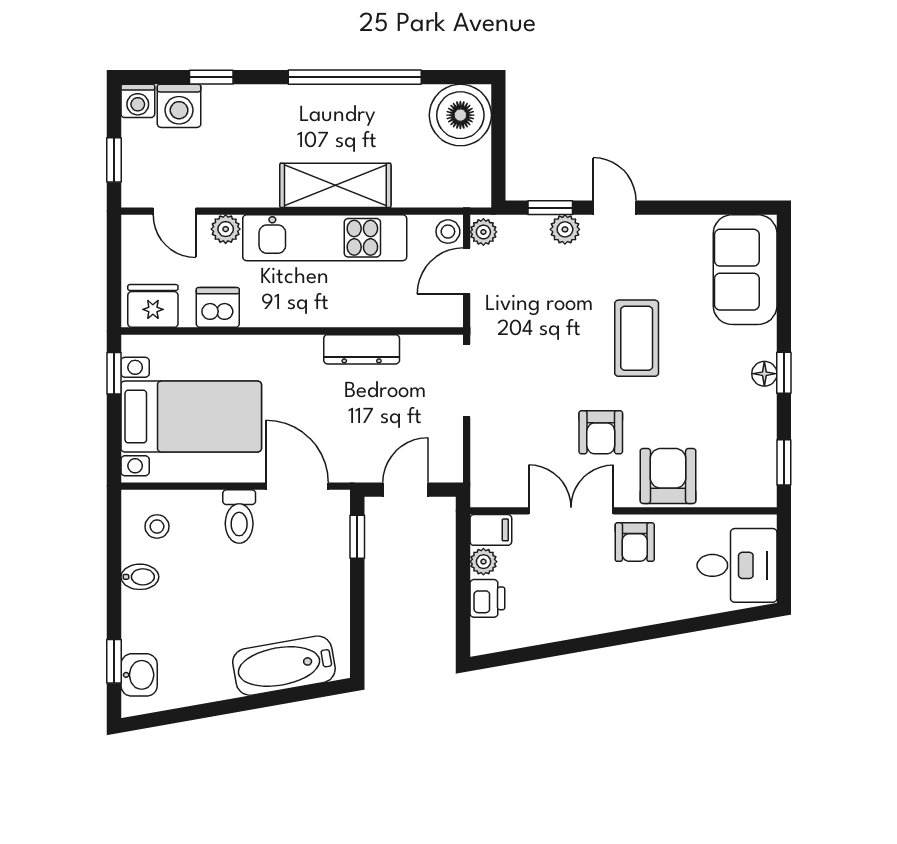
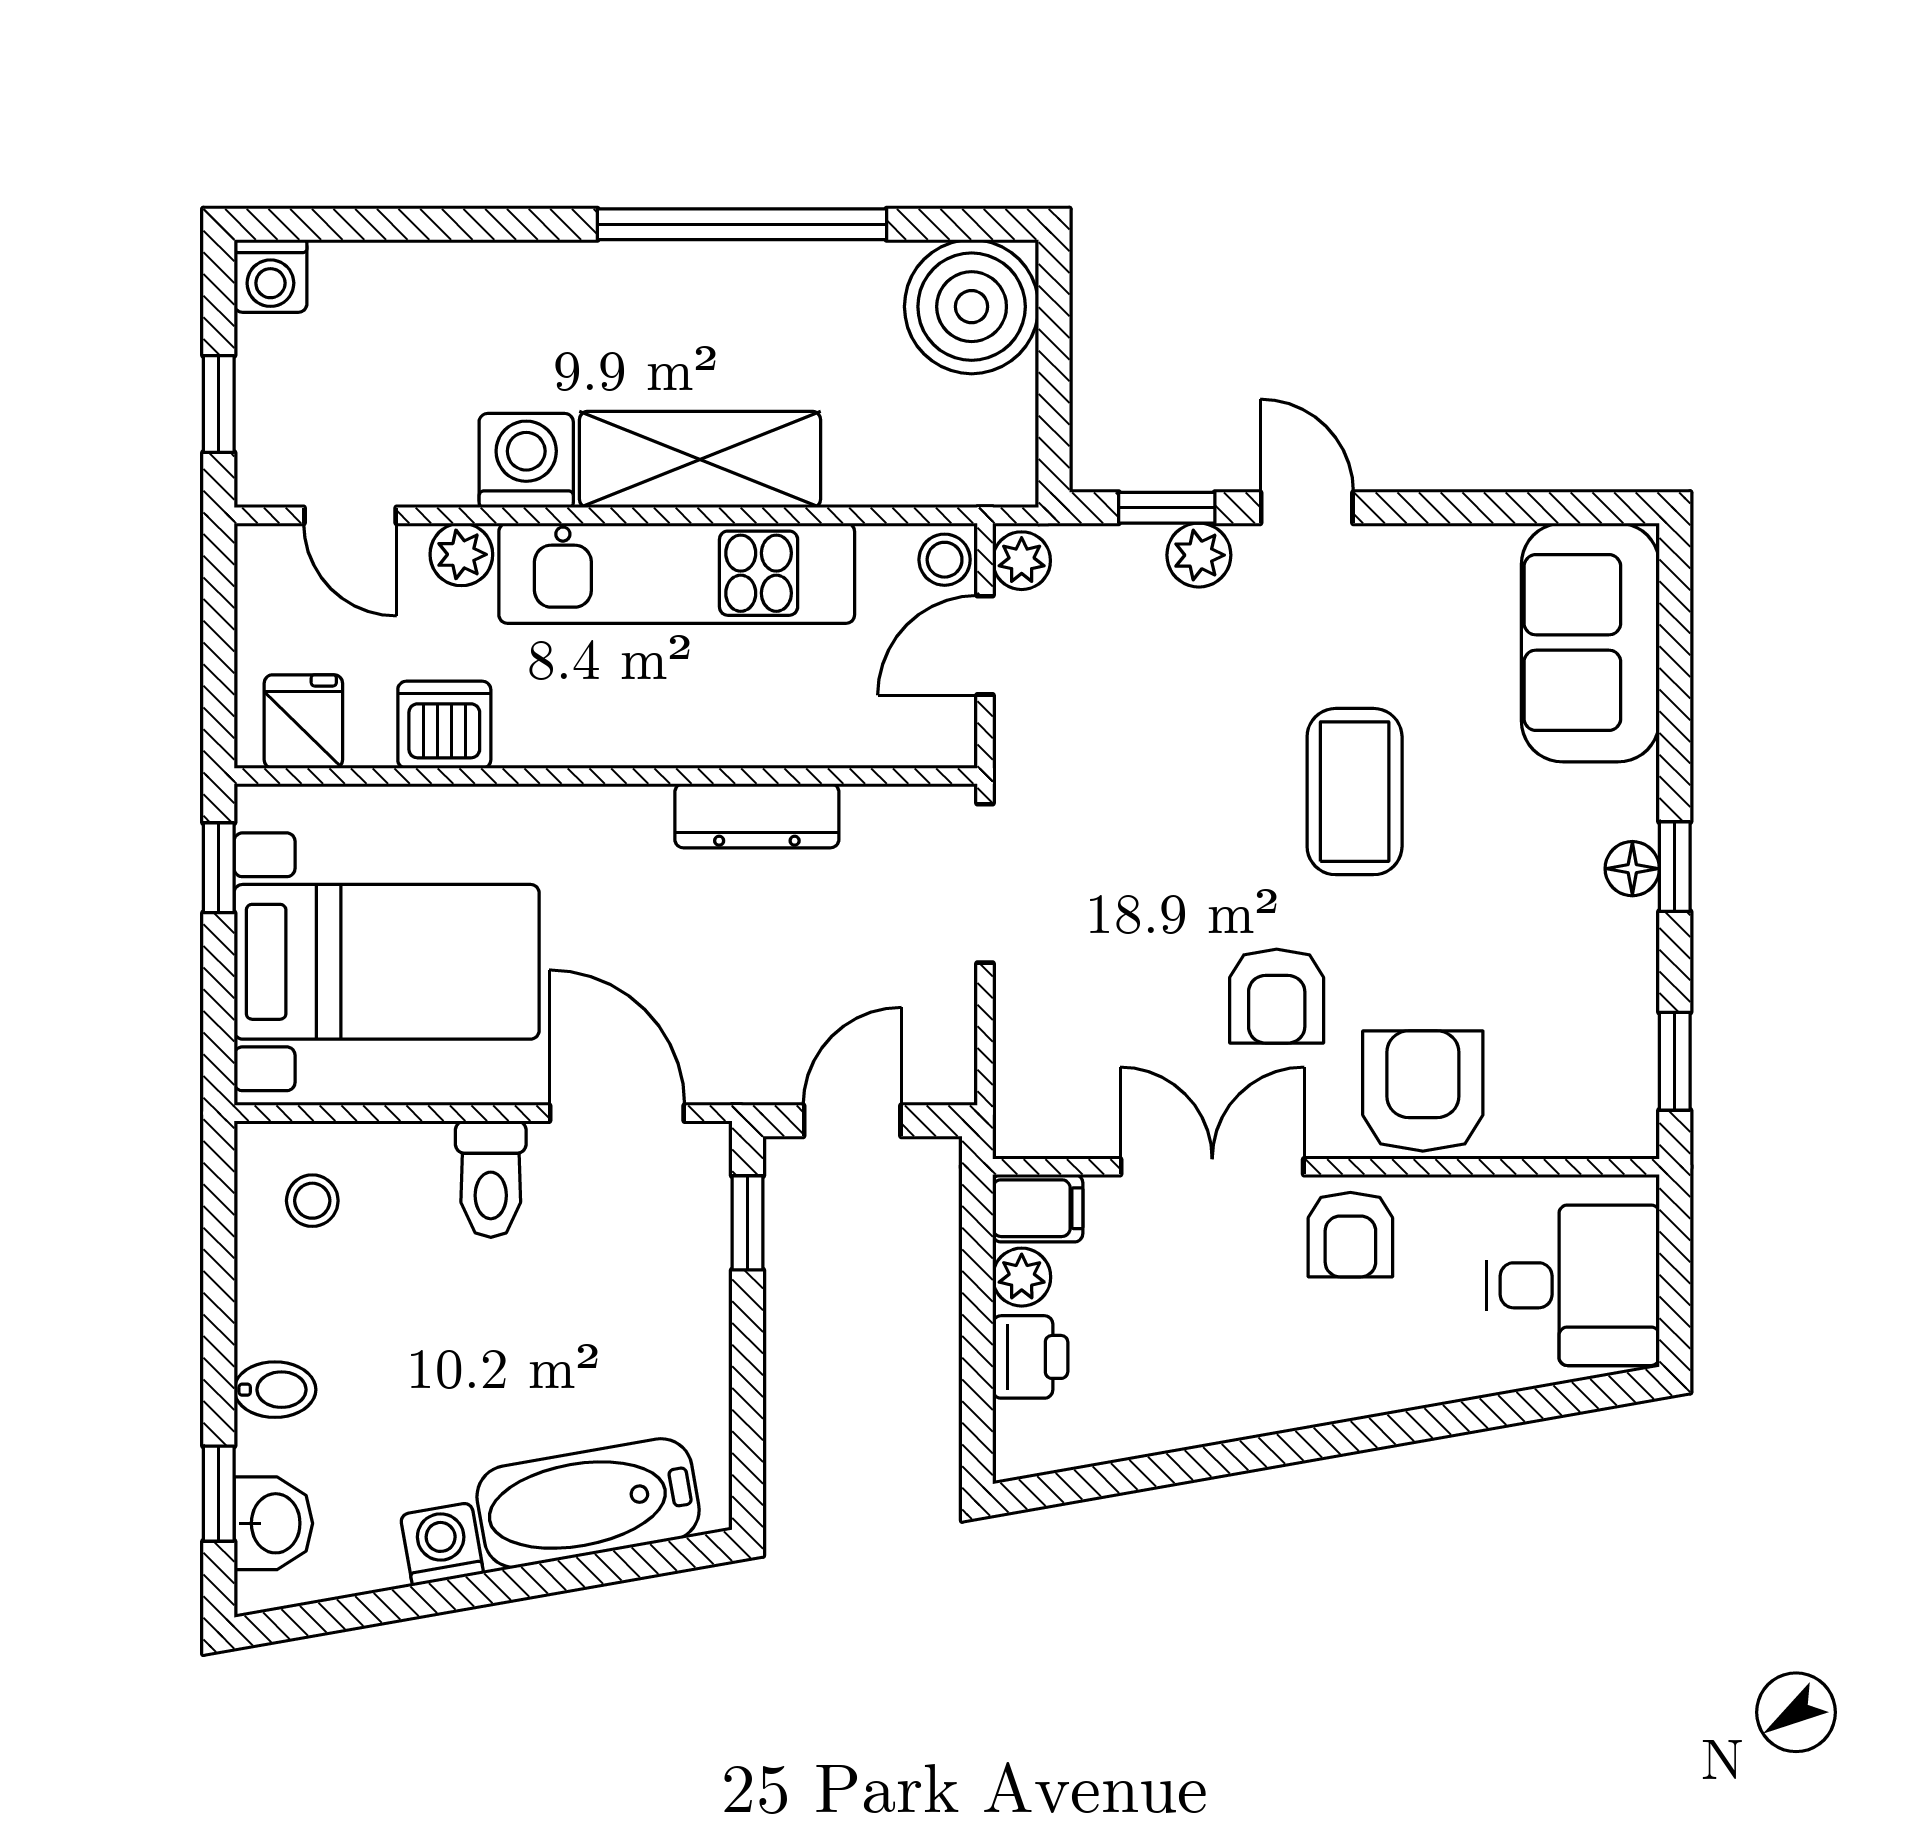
window: (211, 77) -> (430, 224), removed
washing machine: (179, 106) -> (526, 461), moved, turned 180
fridge: (153, 306) -> (303, 722), width x0.72
bidet: (140, 577) -> (275, 1390), moved
washing machine: (217, 684) -> (442, 1544), added

